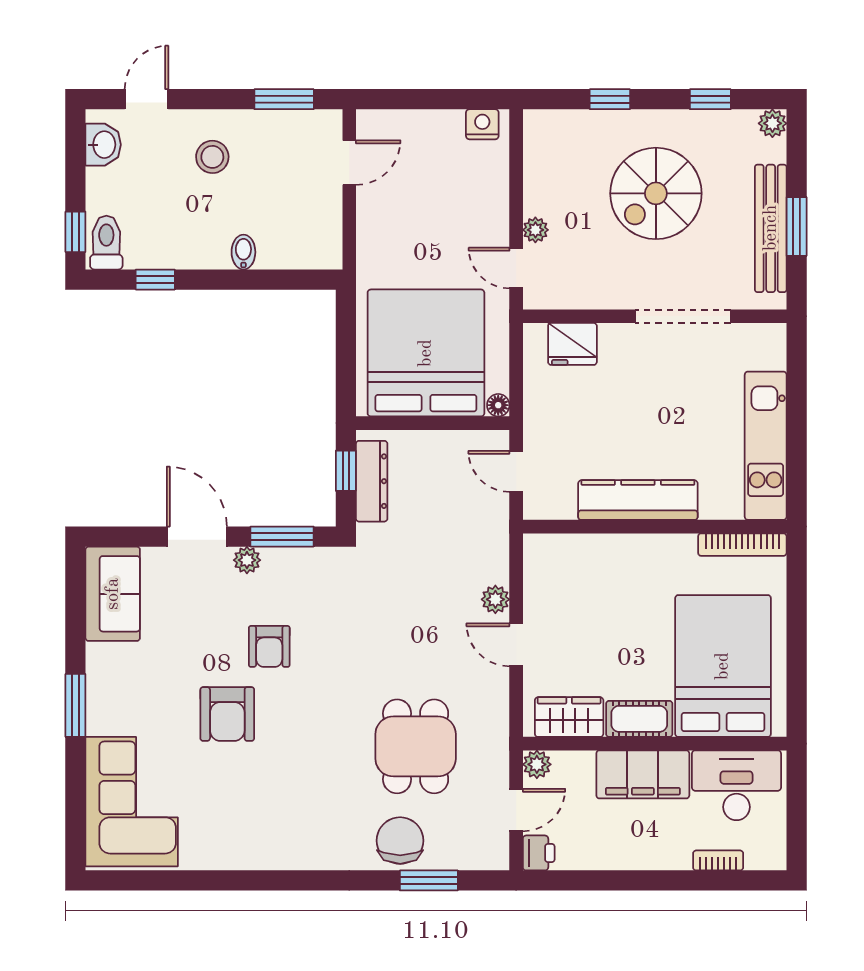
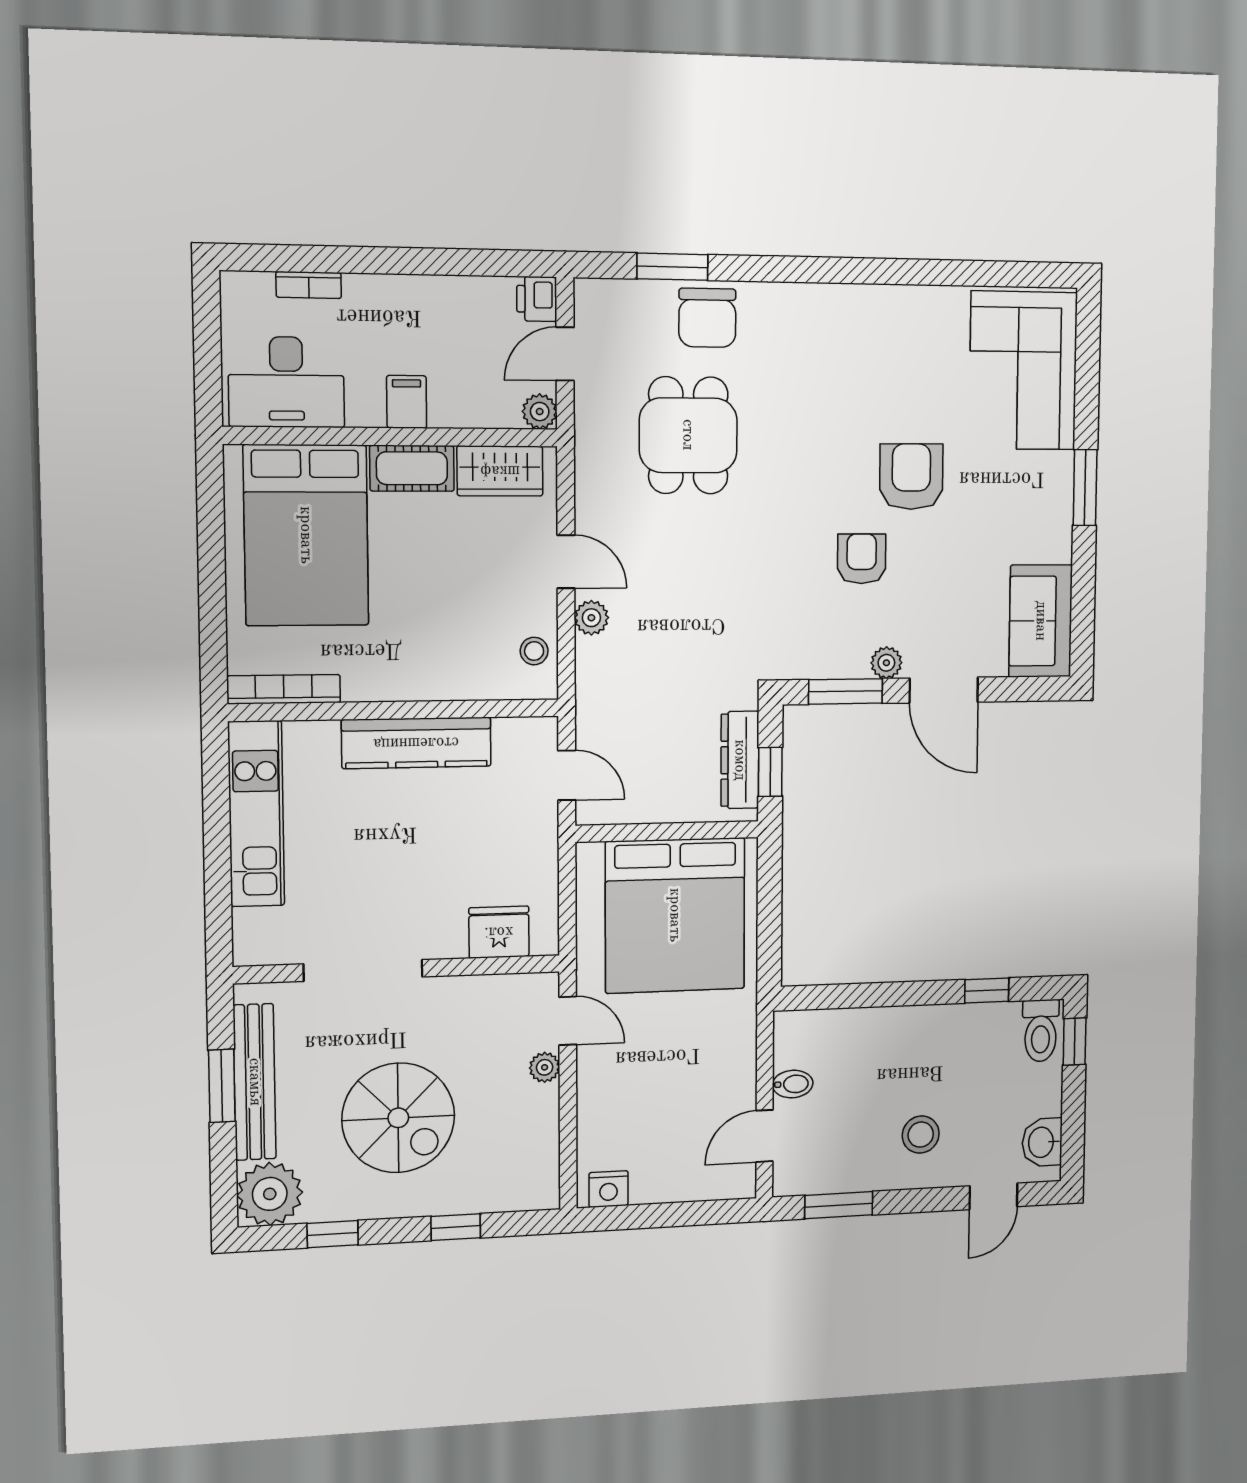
plant: (772, 123) -> (270, 1194), width x1.87, depth x1.87
spiral stairs: (656, 193) -> (398, 1118), turned 90
bidet: (243, 252) -> (793, 1084), moved, turned -90
floor lamp: (498, 405) -> (589, 855), removed
stool: (542, 573) -> (534, 651), added
filing cabinet: (643, 774) -> (407, 402), width x0.33, depth x0.86

